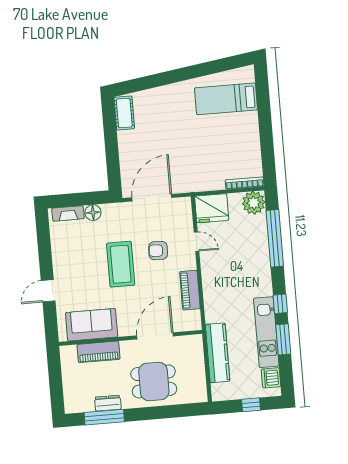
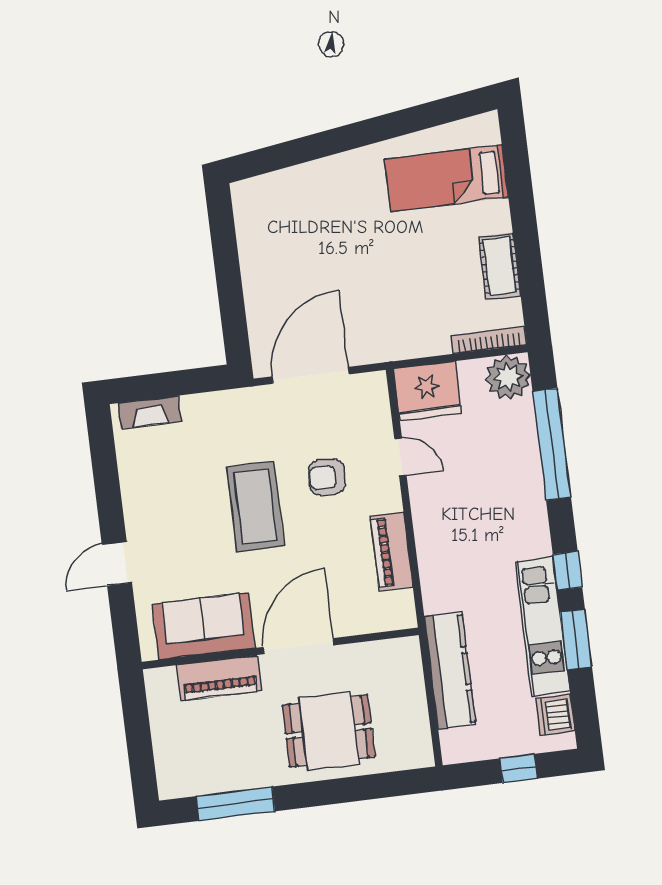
cot: (124, 113) -> (499, 266), moved
floor lamp: (93, 213) -> (198, 409), removed
door: (155, 336) -> (299, 646), moved
dresser: (108, 403) -> (241, 776), removed

